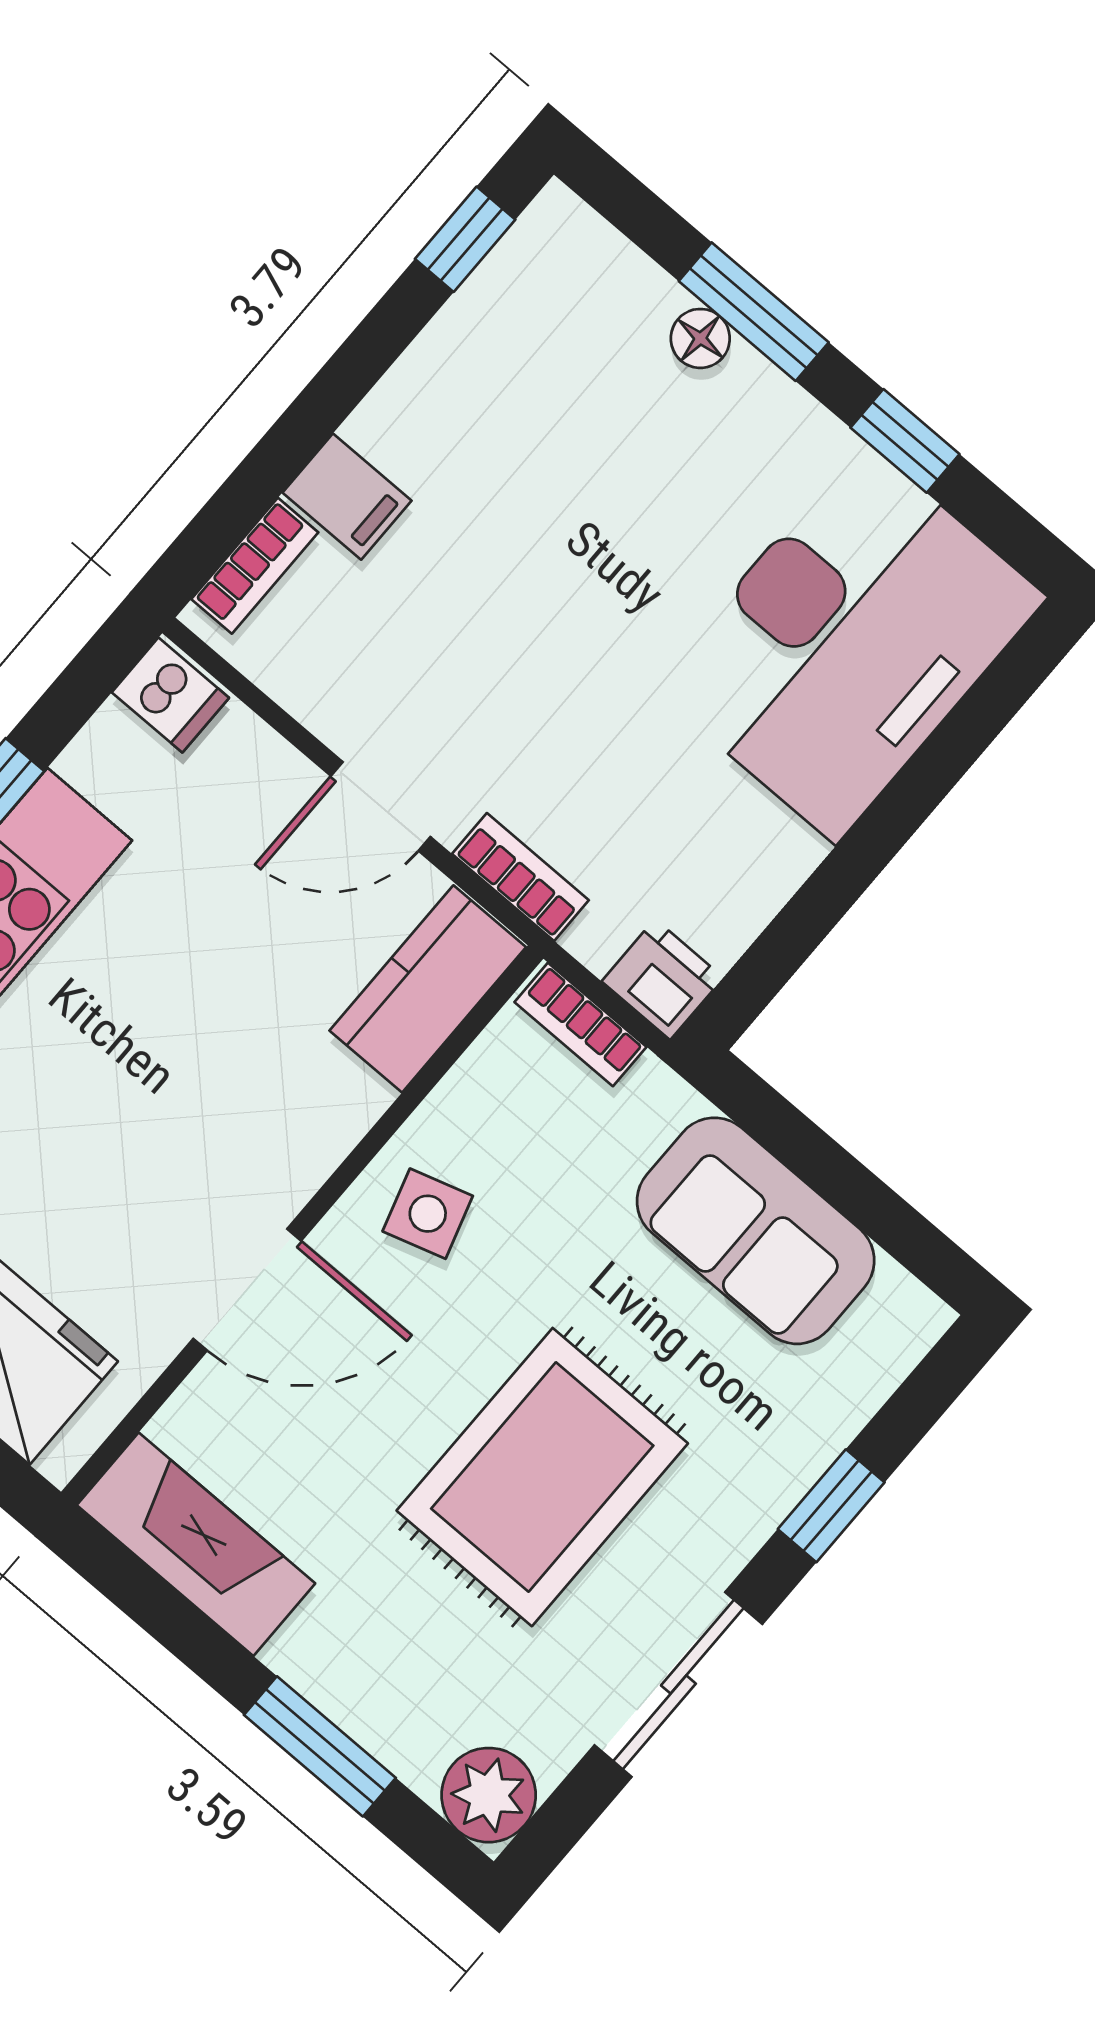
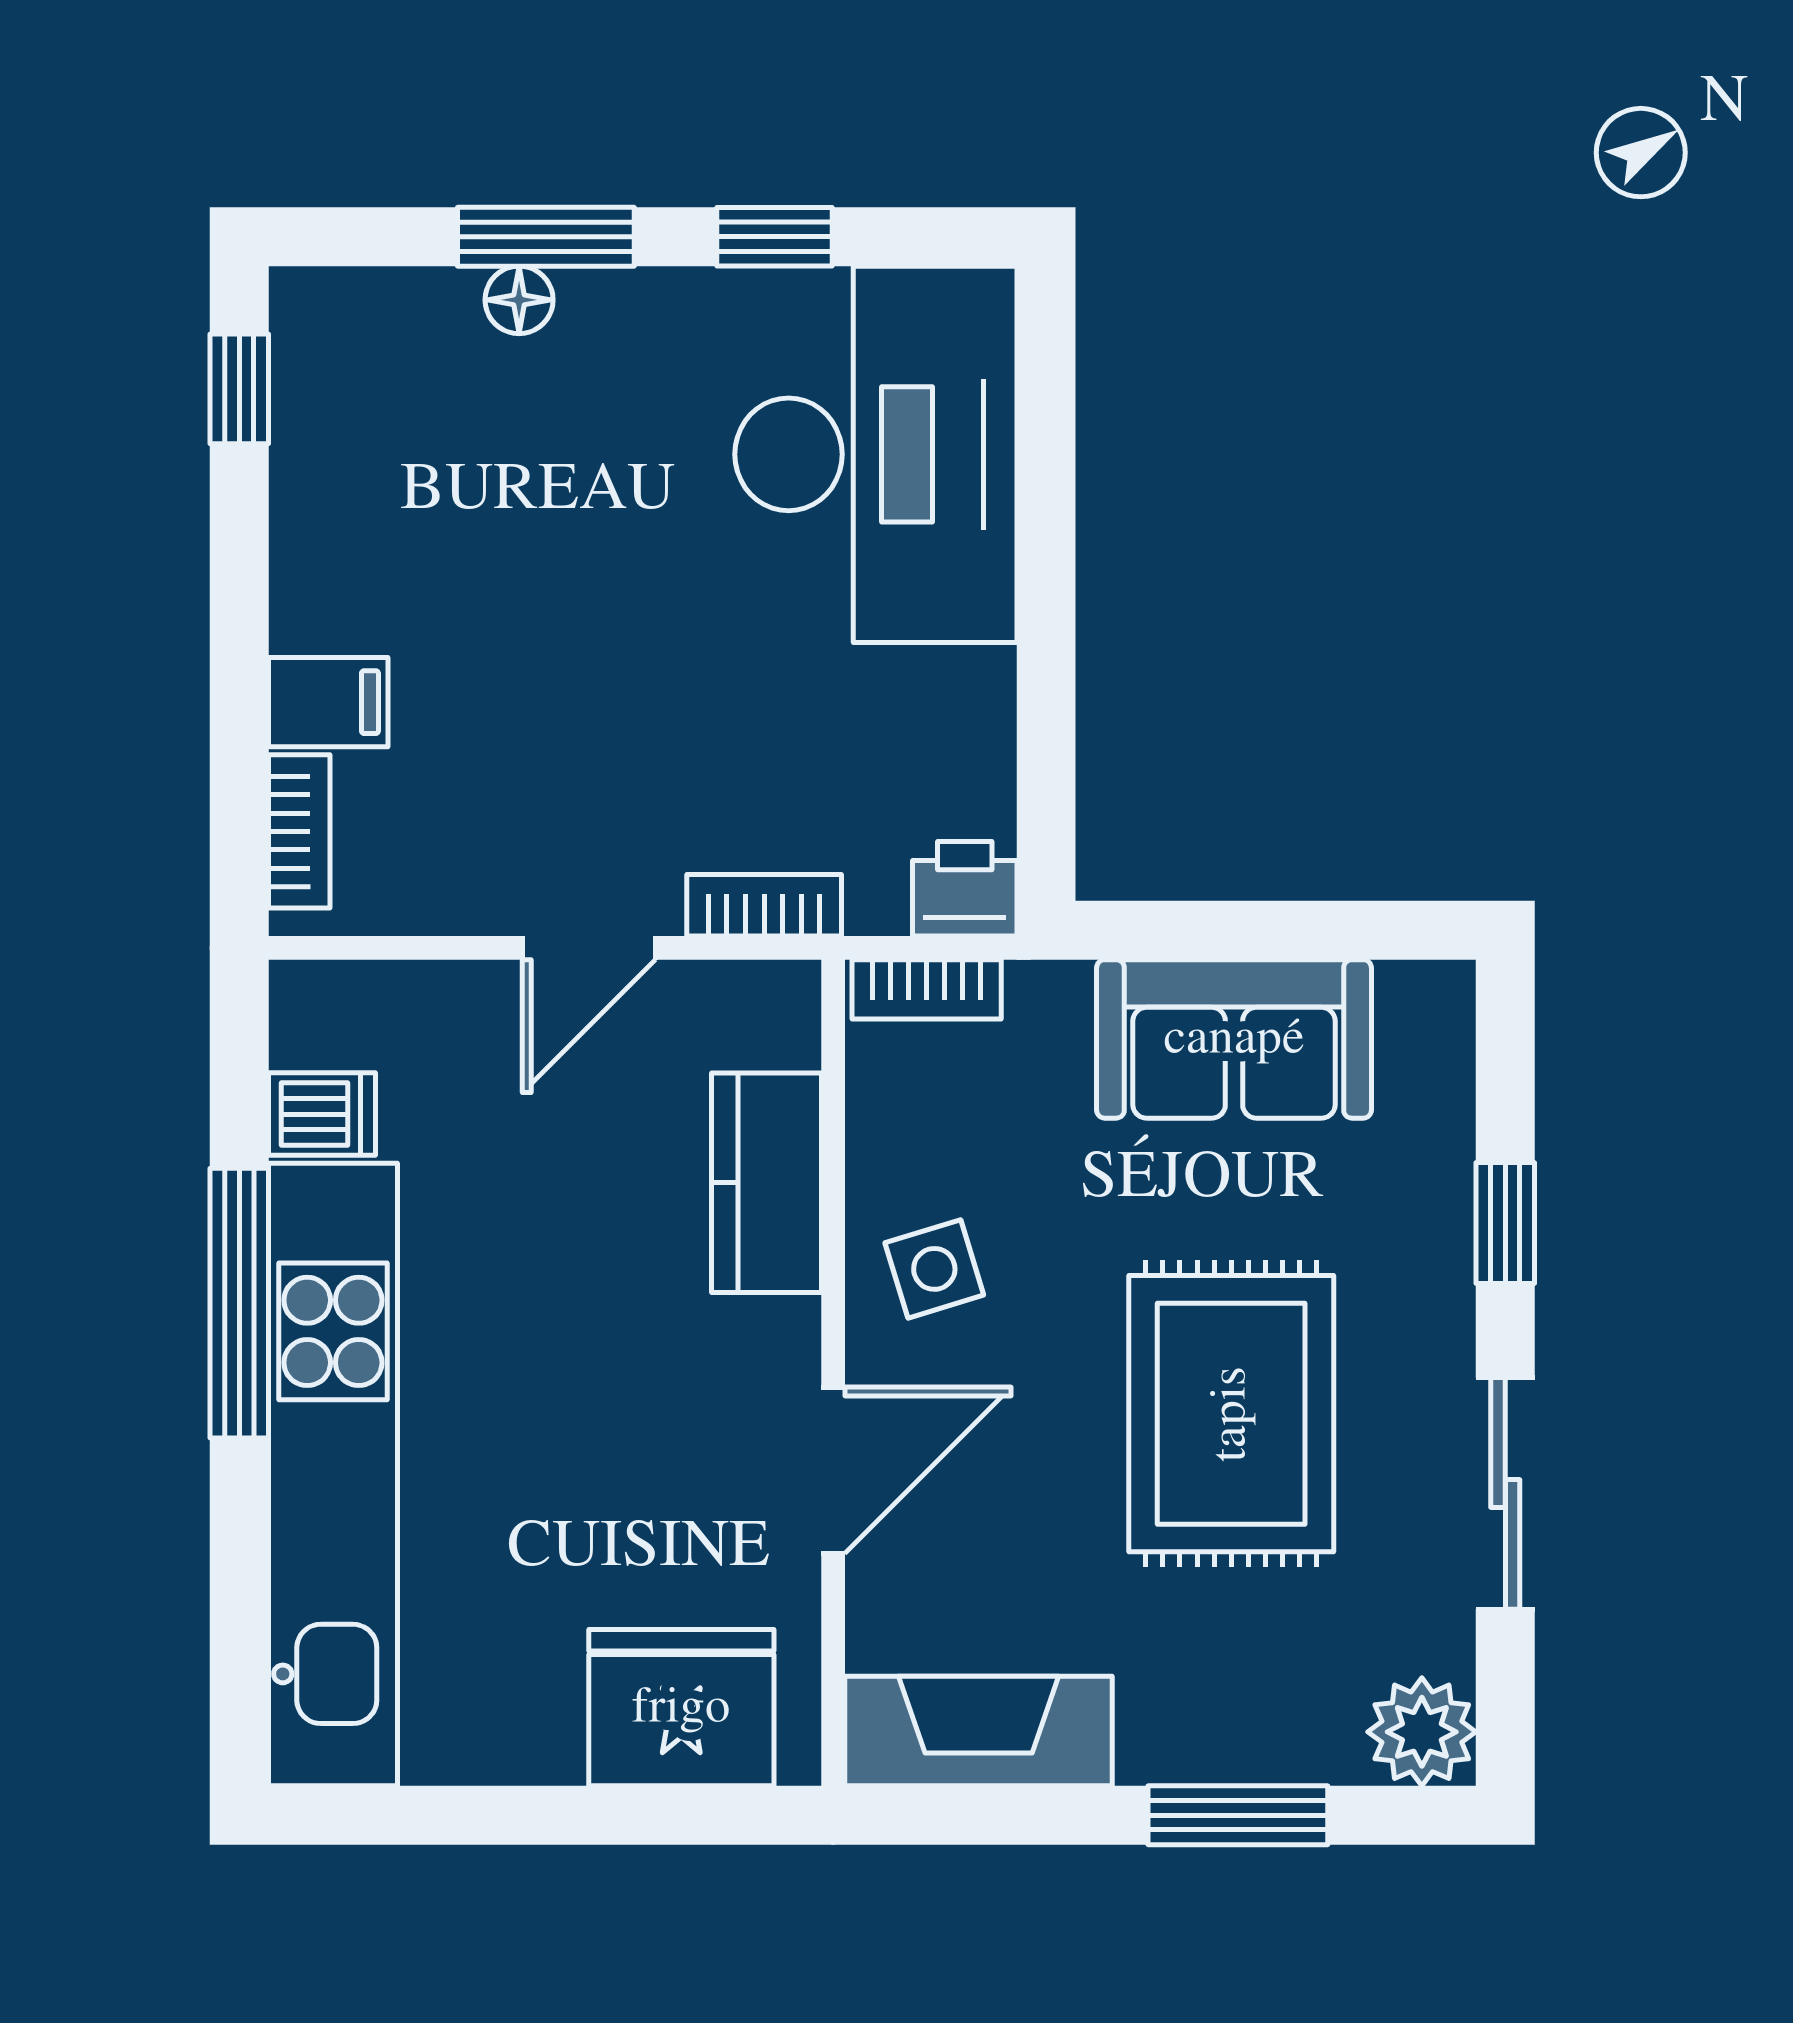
dishwasher: (170, 695) -> (322, 1114), moved
kitchen counter: (428, 989) -> (767, 1183), moved

